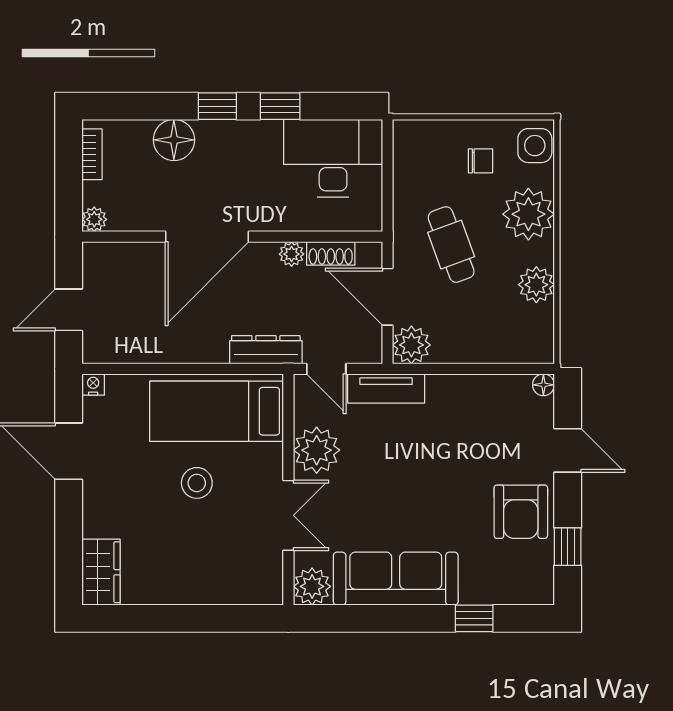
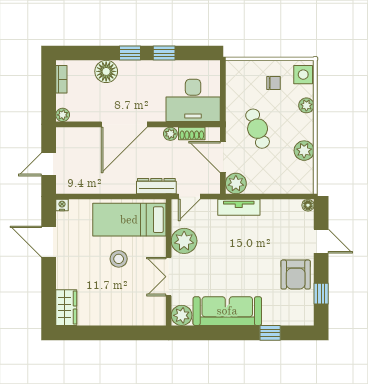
desk: (333, 158) -> (193, 100), moved, turned 180
plant: (528, 214) -> (306, 105), width x0.53, depth x0.53
door: (326, 369) -> (189, 197), hinge flipped
tv unit: (386, 388) -> (239, 207), moved
double door: (288, 515) -> (169, 277), swing flipped

